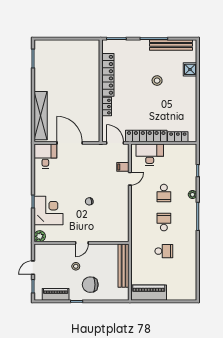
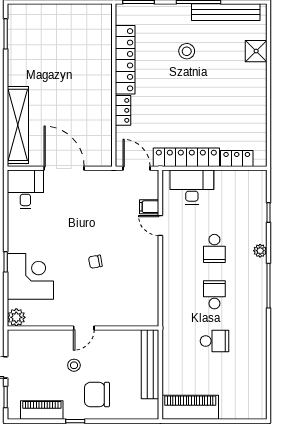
stool: (157, 81) -> (187, 51), moved
door: (130, 179) -> (160, 225), swing flipped

